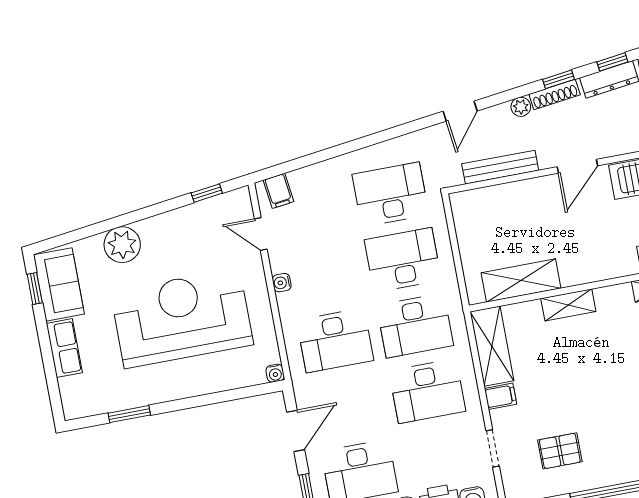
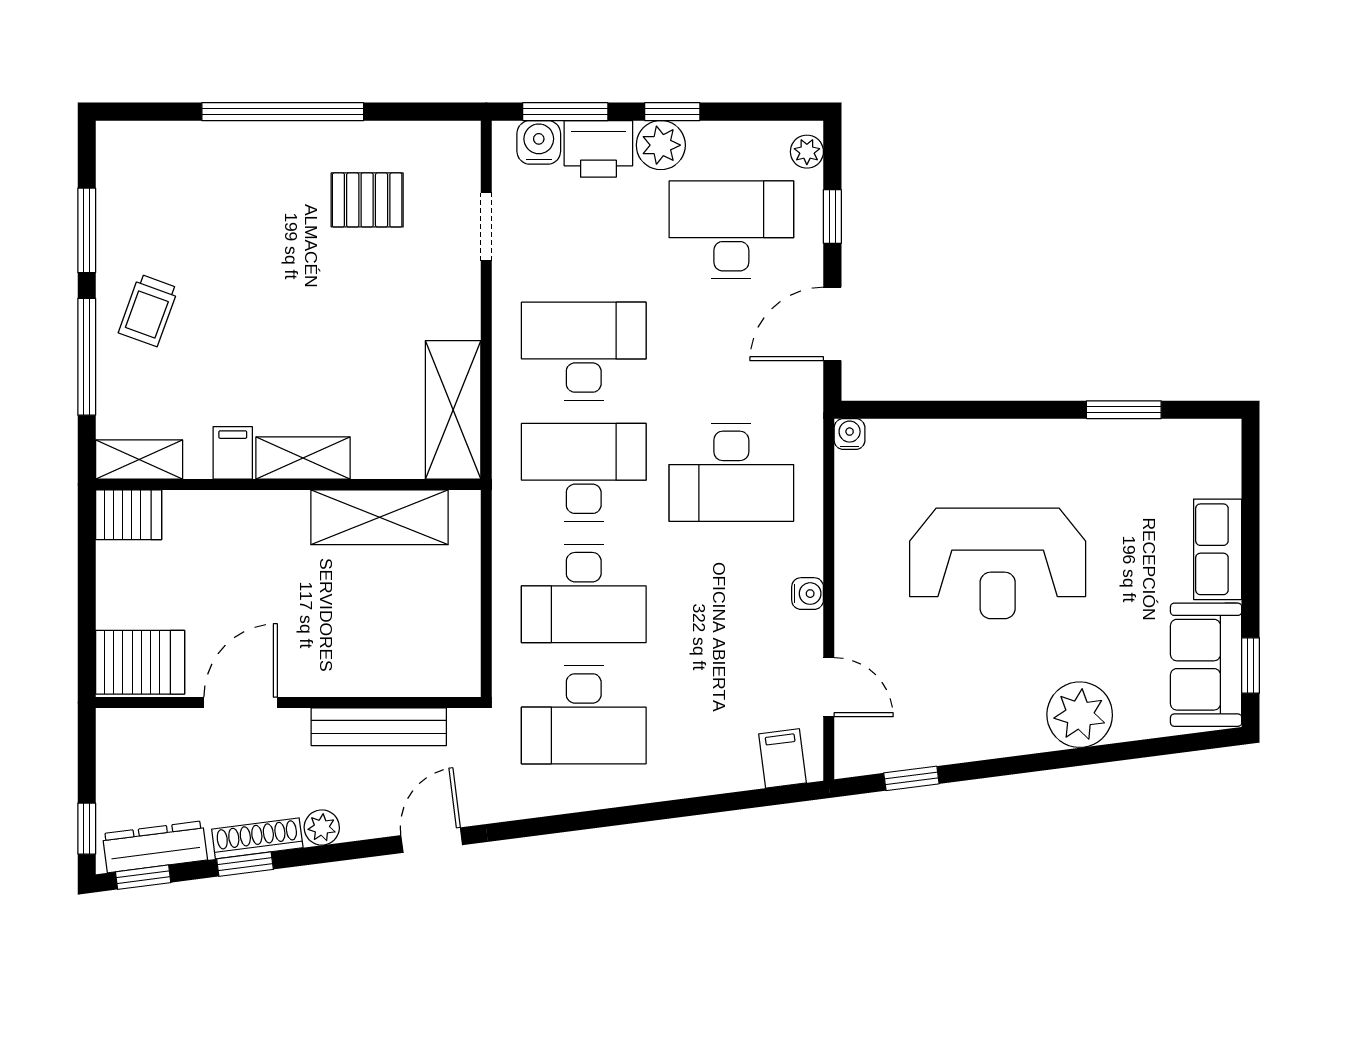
reception desk: (182, 318) -> (998, 563), width x0.74, depth x0.77
desk: (335, 340) -> (731, 472), turned 180
filing cabinet: (501, 396) -> (233, 453), moved, turned 90

